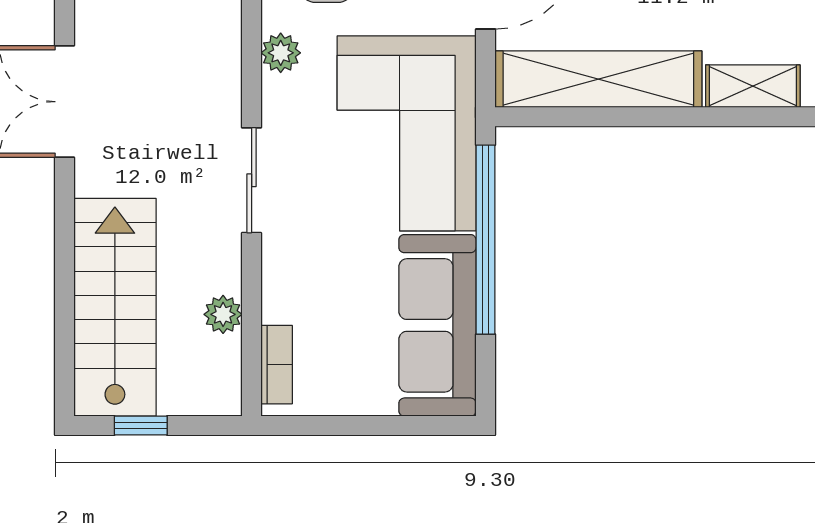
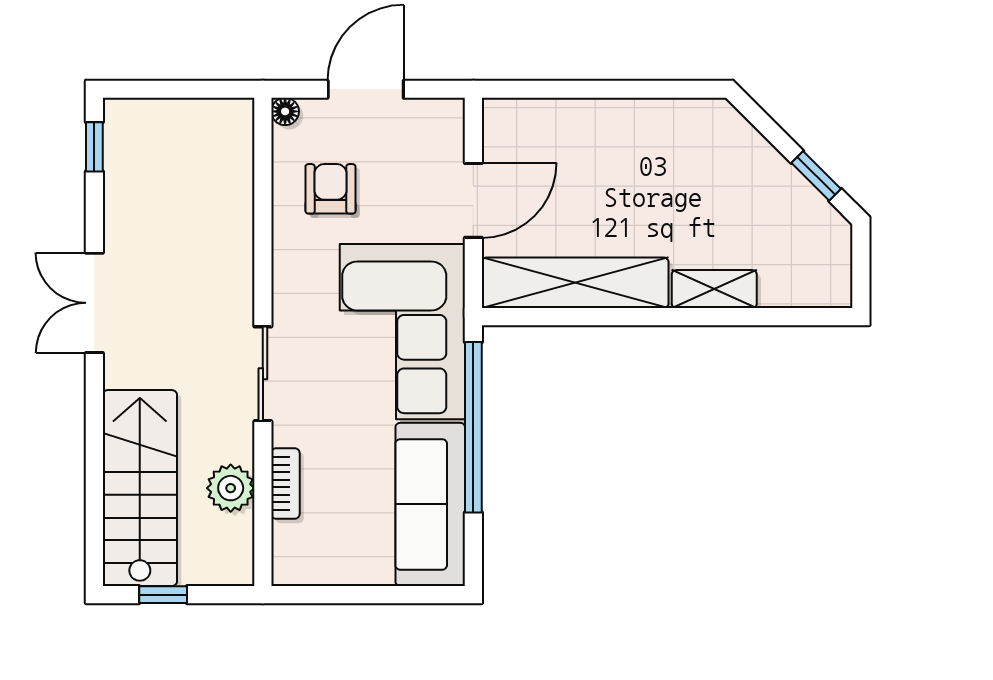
plant: (281, 53) -> (289, 259), removed
plant: (223, 314) -> (231, 488), width x1.38, depth x1.38
bookcase: (277, 365) -> (285, 484), moved

